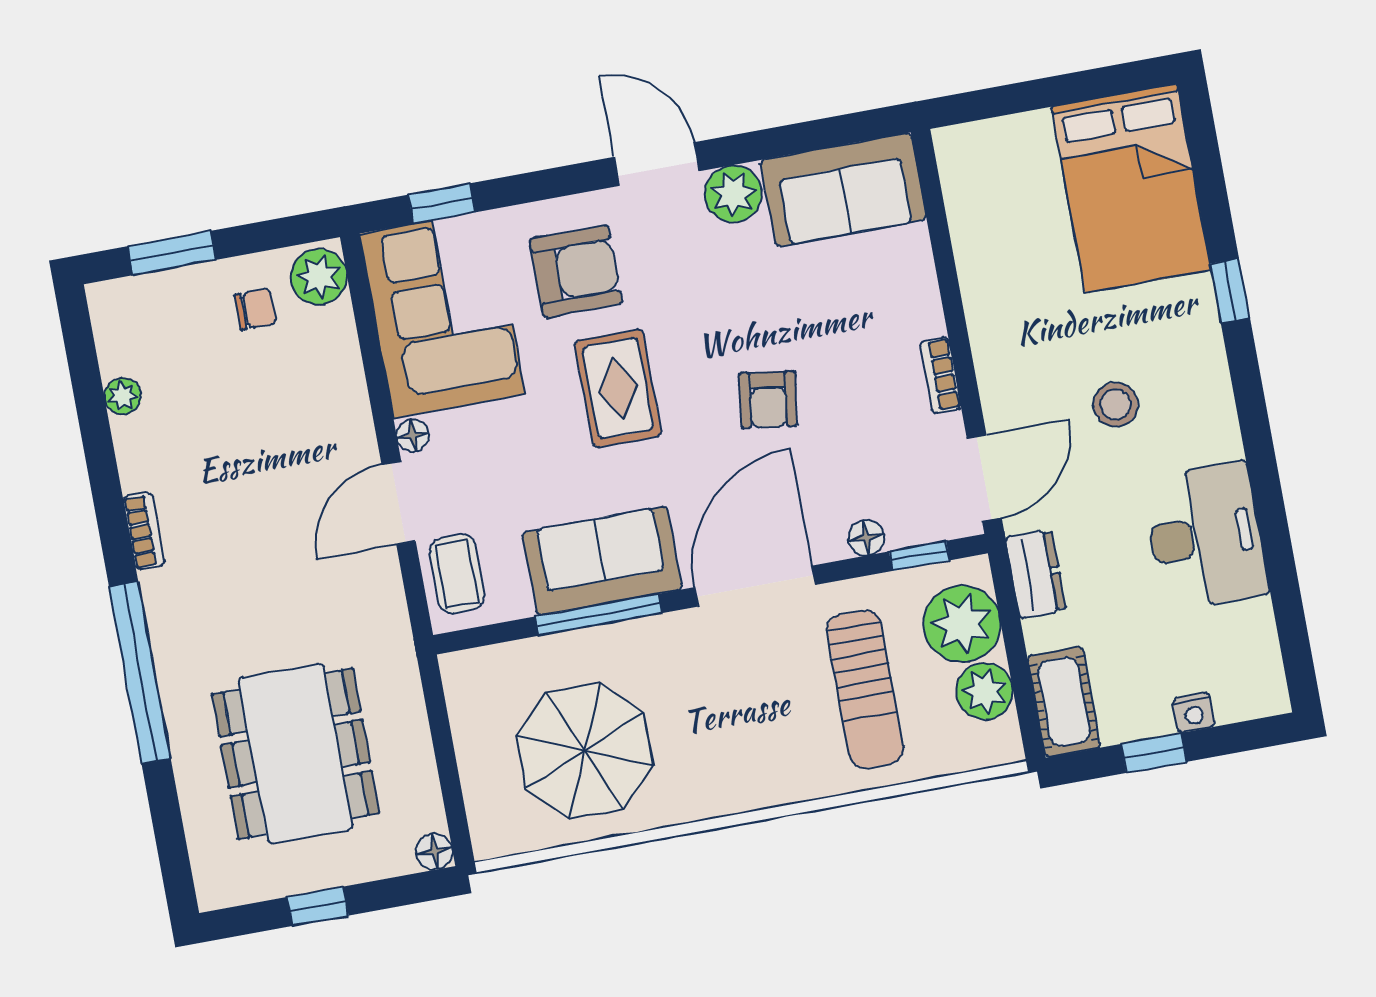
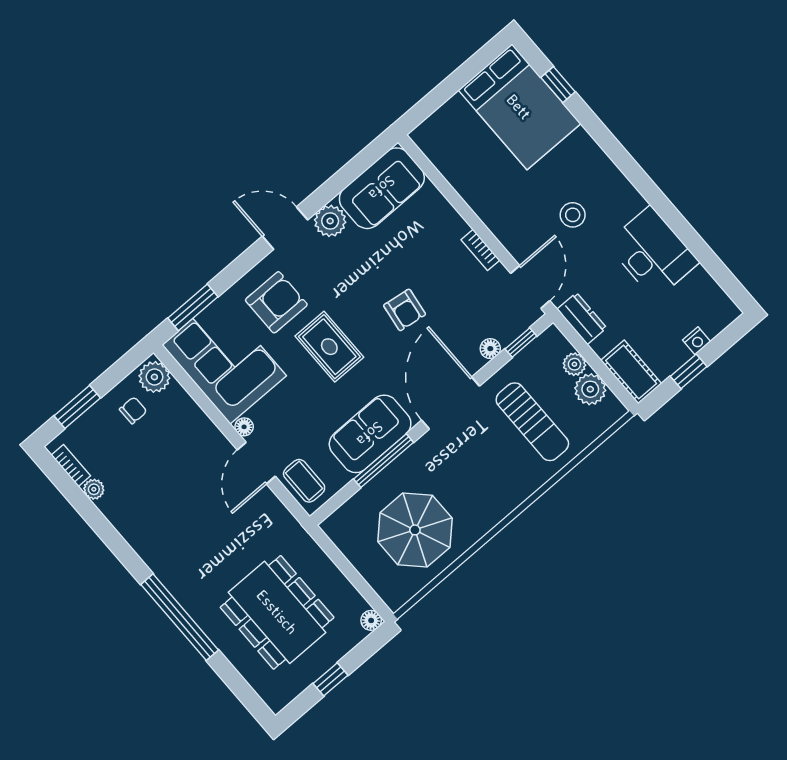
window: (442, 204) -> (193, 307), width x1.50
window: (1230, 291) -> (558, 85), moved
bookcase: (144, 531) -> (71, 465), moved
plant: (962, 624) -> (574, 364), width x0.53, depth x0.53

